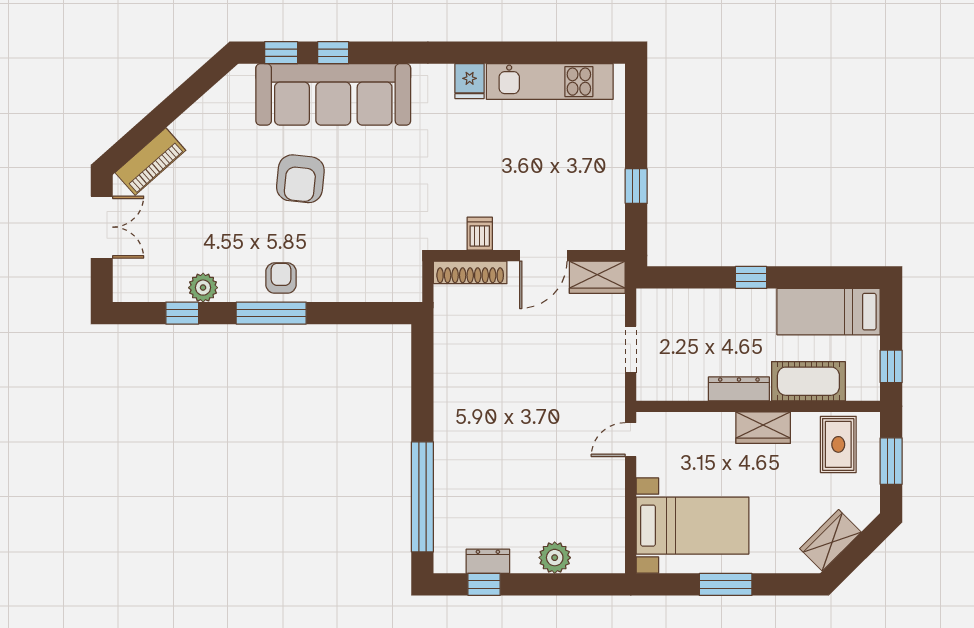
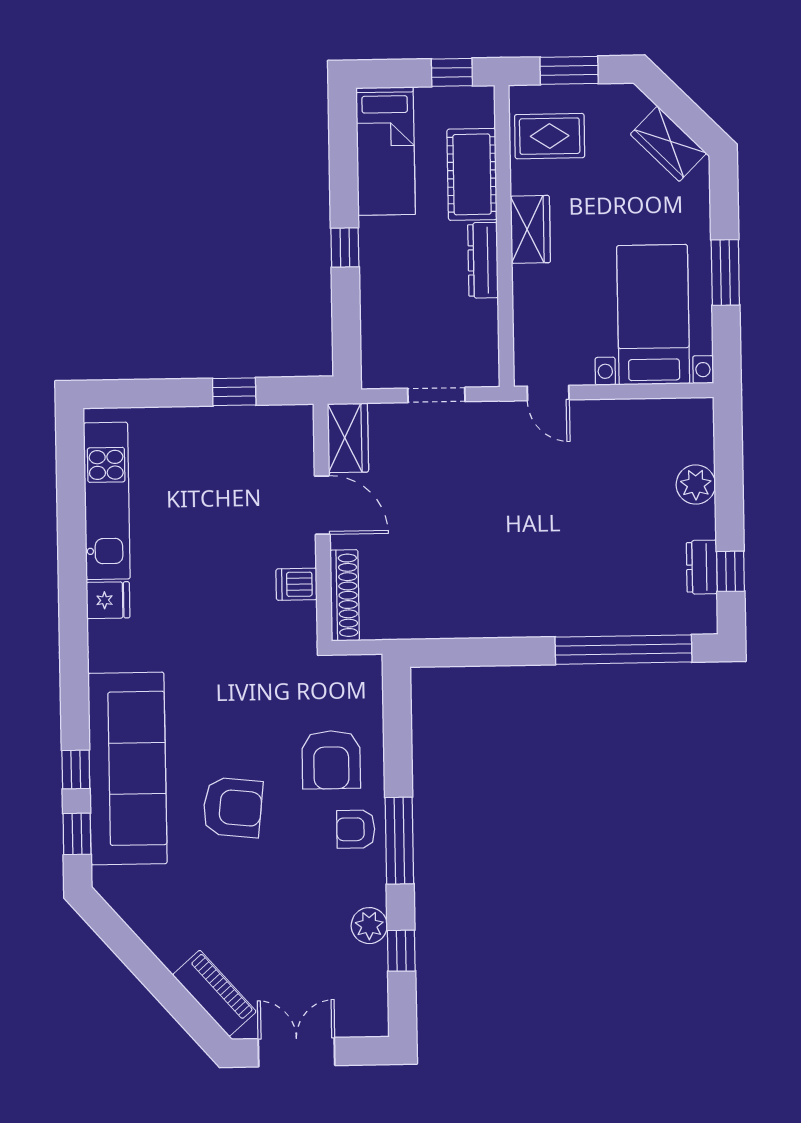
armchair: (337, 259) -> (331, 760), added

